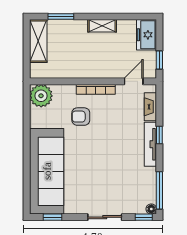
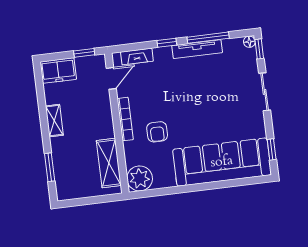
shelving: (38, 41) -> (109, 163), moved, turned 90
door: (134, 81) -> (111, 78), swing flipped
tv unit: (150, 144) -> (197, 49), moved
window: (159, 190) -> (208, 38), moved

